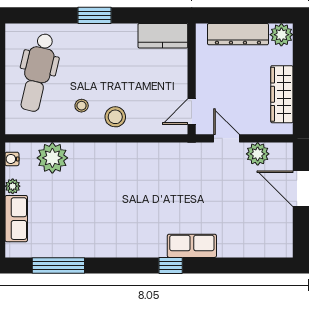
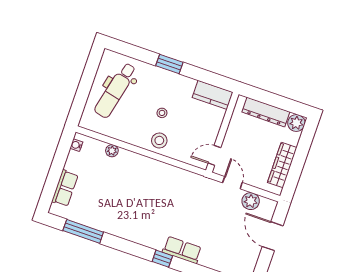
stool: (82, 106) -> (162, 113), moved
plant: (52, 158) -> (112, 151), width x0.53, depth x0.53
plant: (13, 186) -> (70, 164), removed

